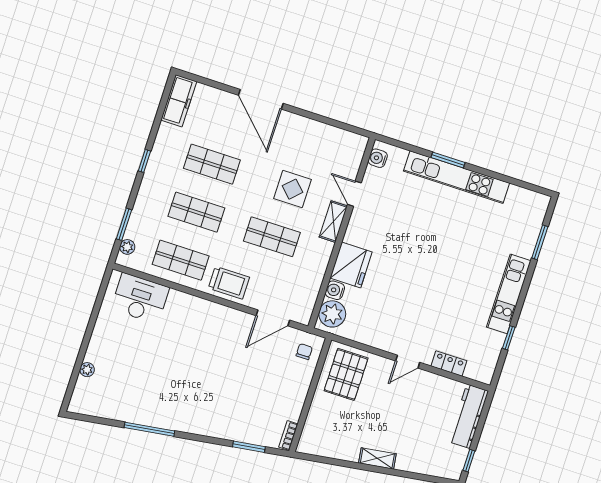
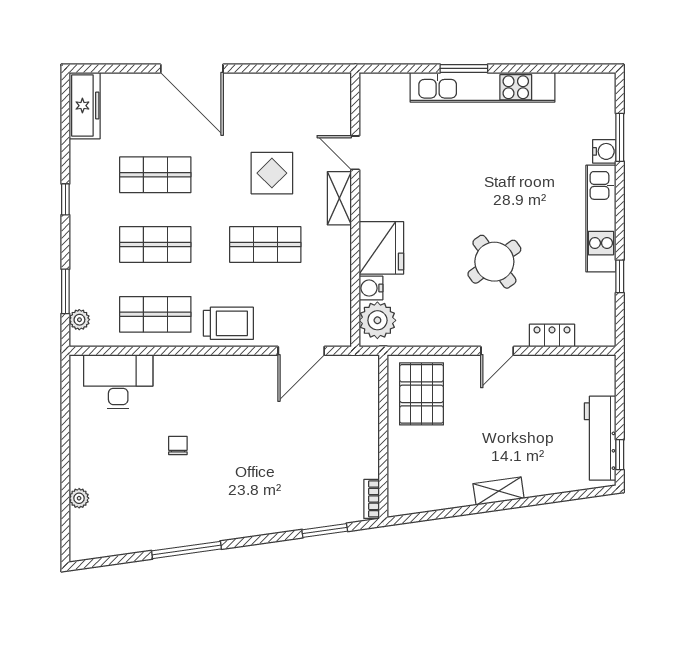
water cooler: (378, 158) -> (604, 151), moved, turned 180
round table: (426, 300) -> (494, 262), added
chair: (304, 352) -> (178, 446), moved
workbench: (468, 416) -> (600, 438), moved

